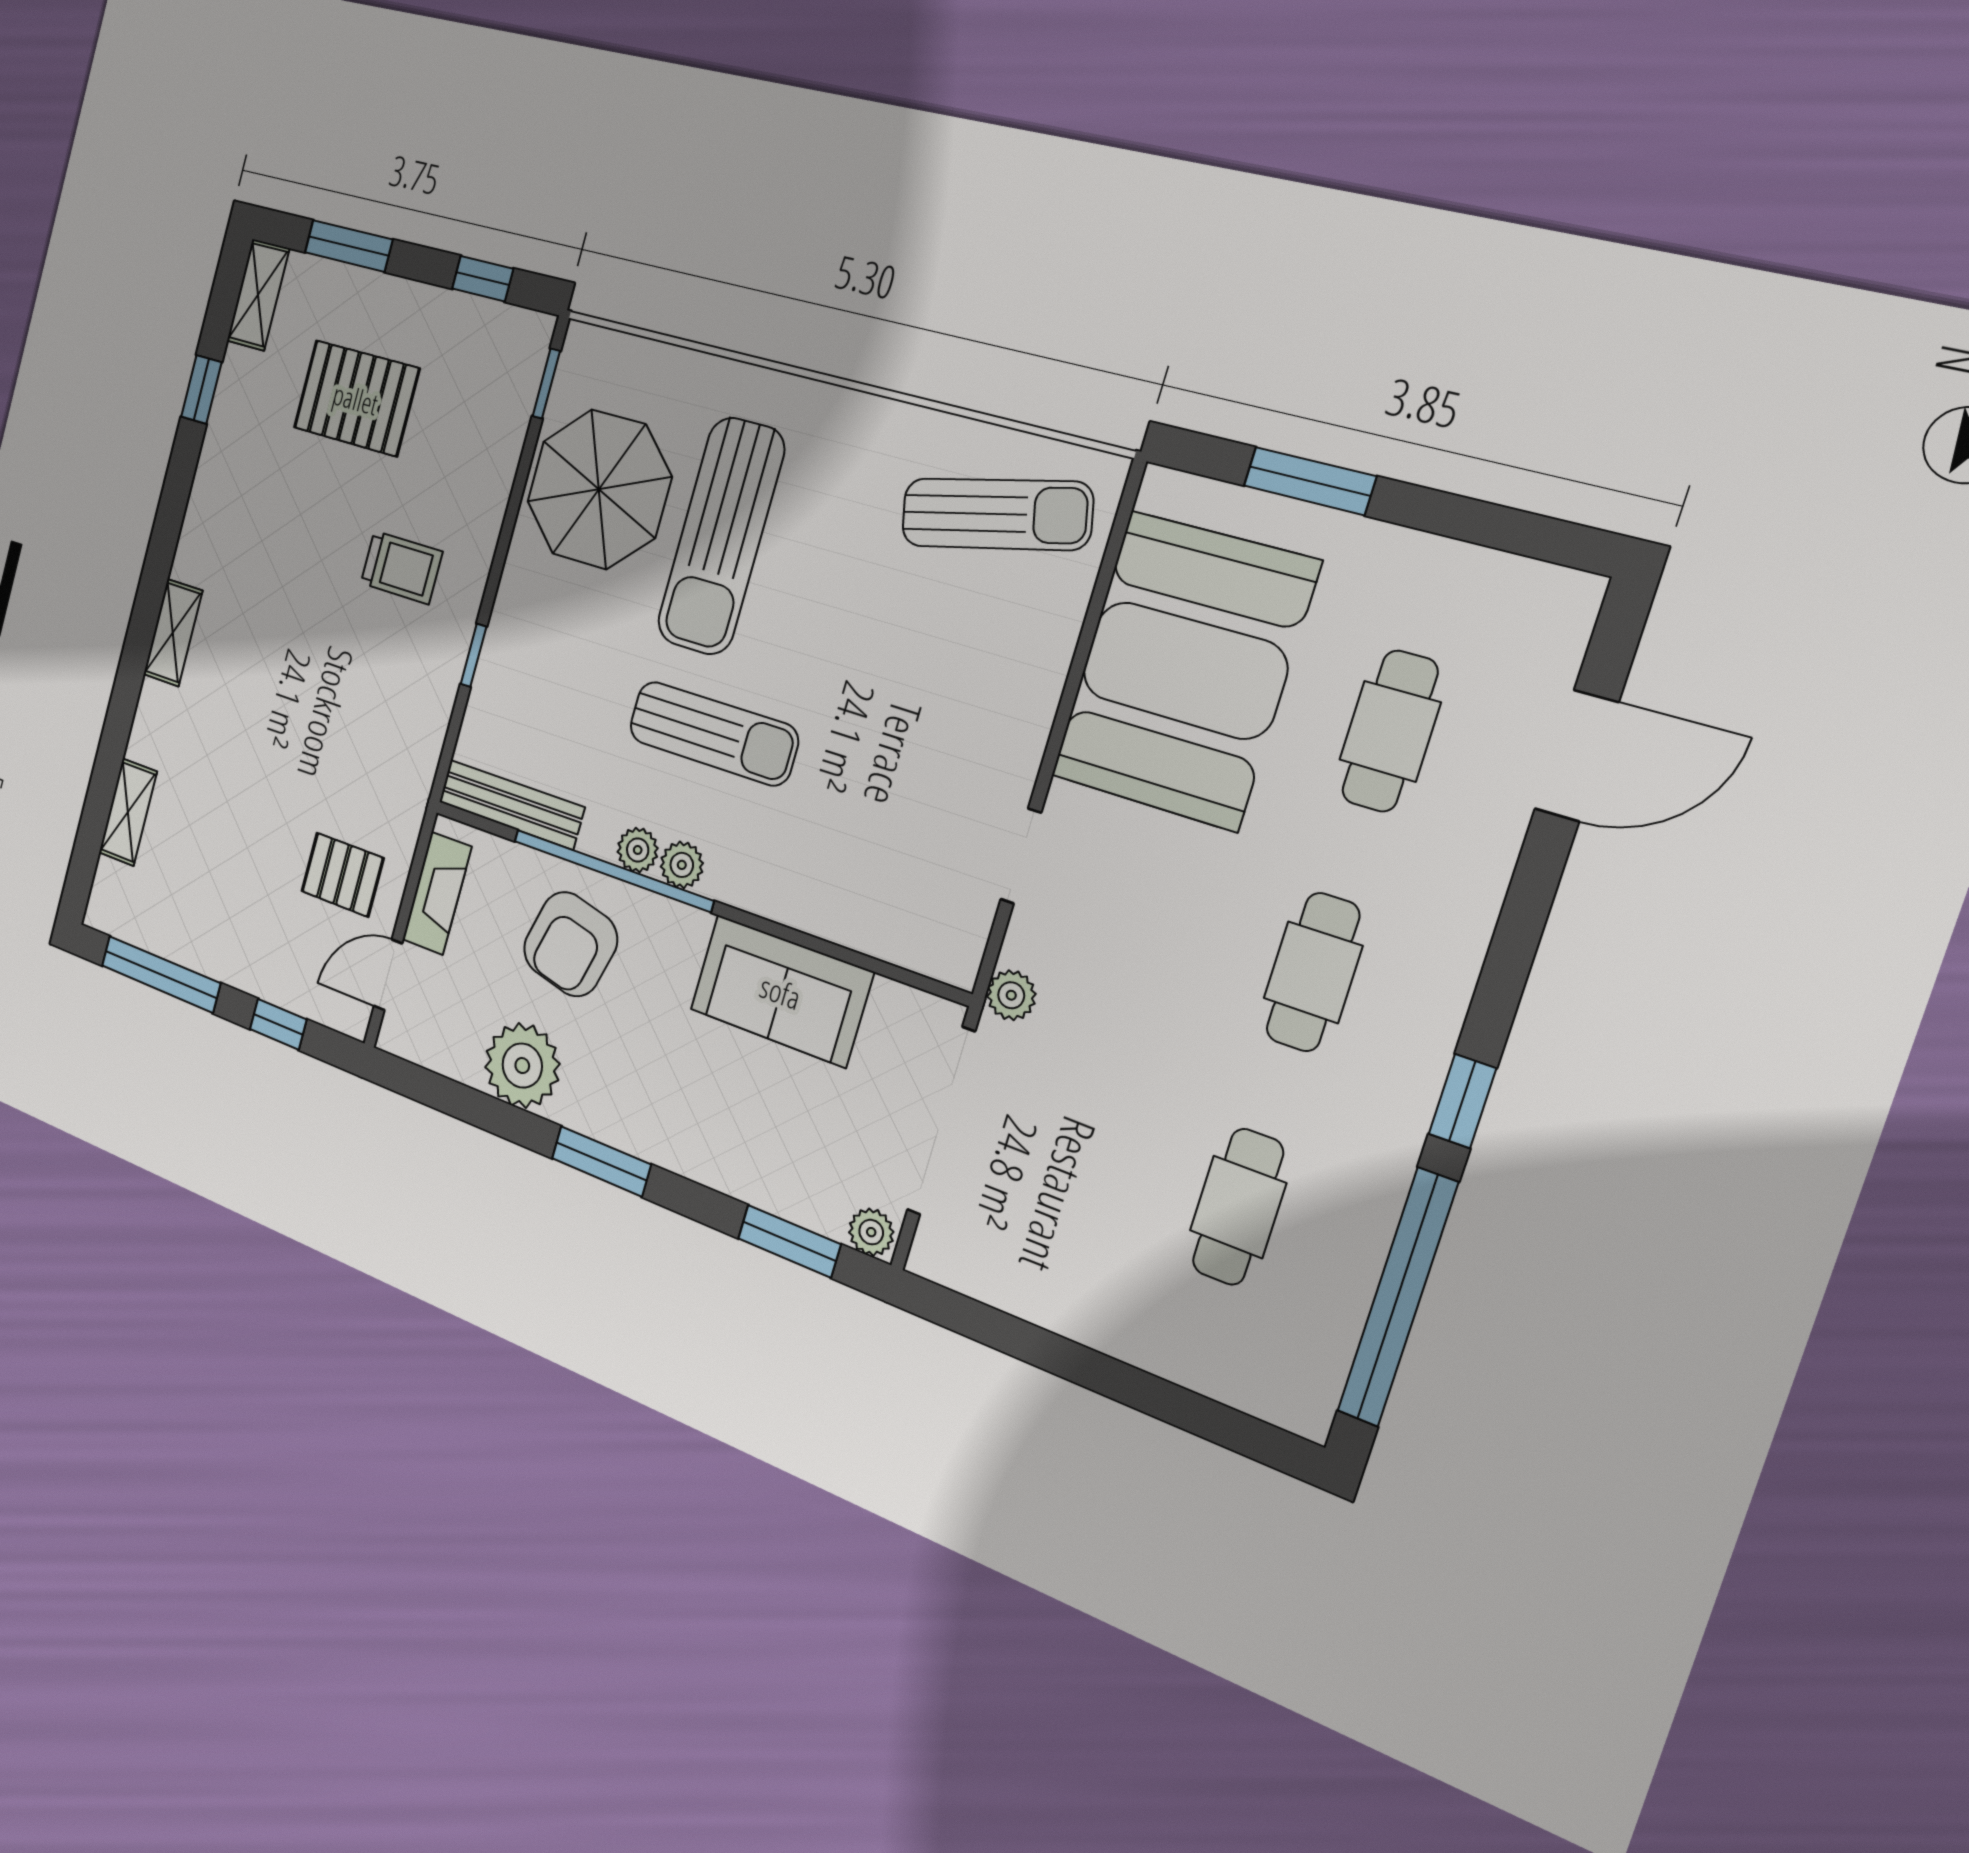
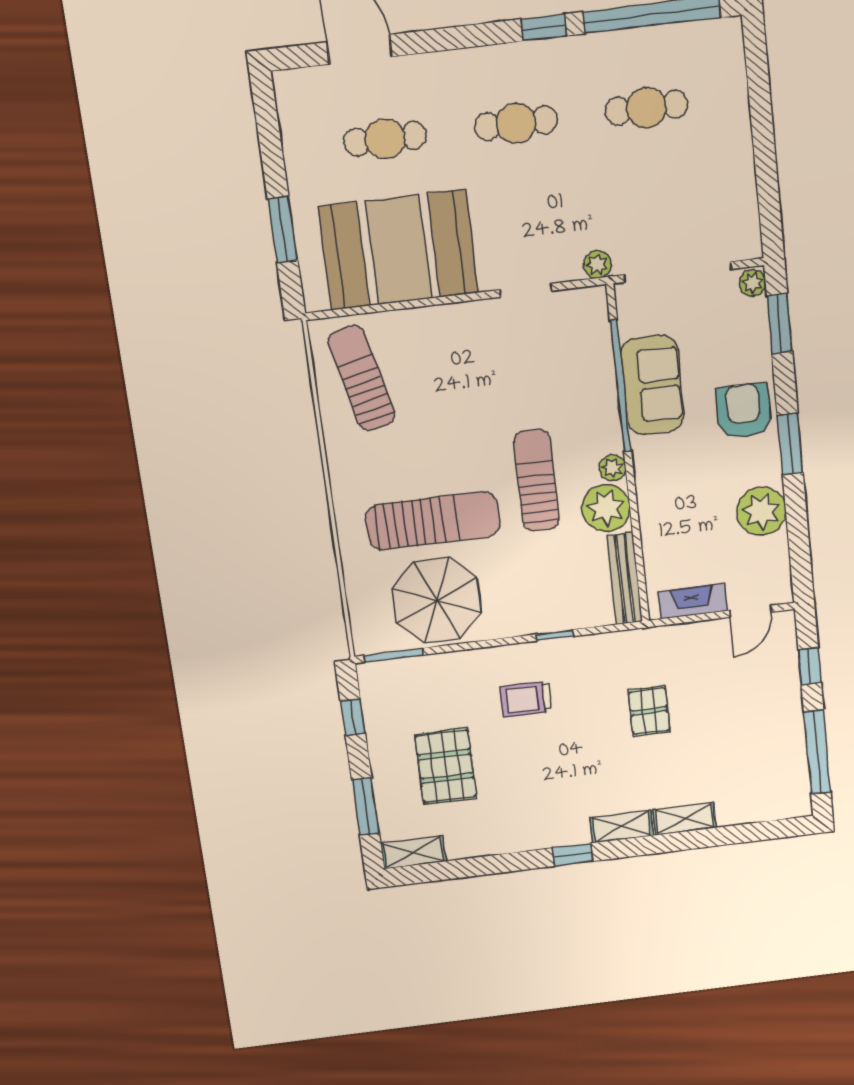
window: (546, 384) -> (394, 655), width x1.50
window: (201, 389) -> (573, 855), moved
trolley: (401, 567) -> (526, 699), turned -90
shelving: (128, 812) -> (684, 819), moved
plant: (638, 850) -> (606, 508), width x1.88, depth x1.88
window: (613, 870) -> (621, 386), moved
pallet: (342, 875) -> (649, 711), moved
armchair: (570, 944) -> (744, 411), moved, turned -104
door: (388, 975) -> (750, 611), hinge flipped

